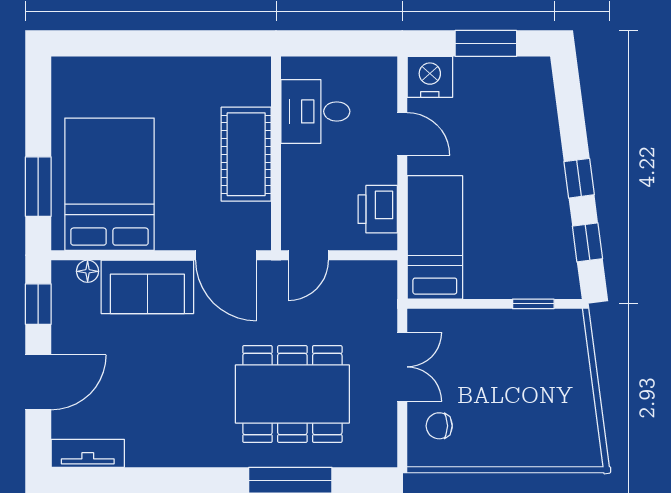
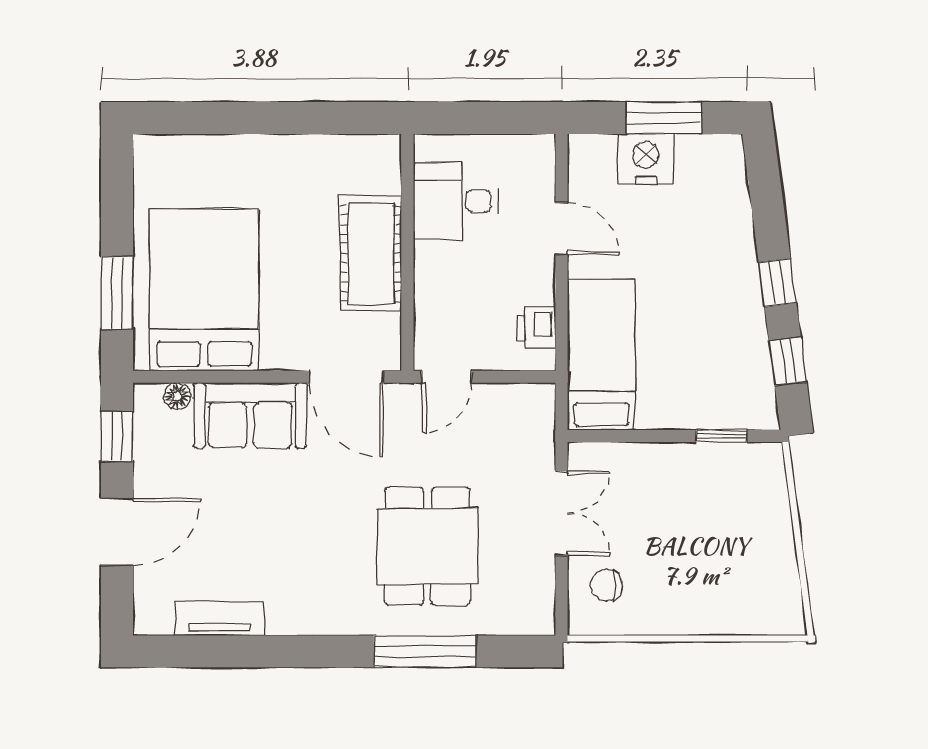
nightstand: (430, 77) -> (646, 159), moved
printer: (378, 209) -> (536, 328), width x0.73, depth x0.81
dining table: (292, 394) -> (427, 546), width x0.73
tv unit: (88, 453) -> (220, 619), moved

